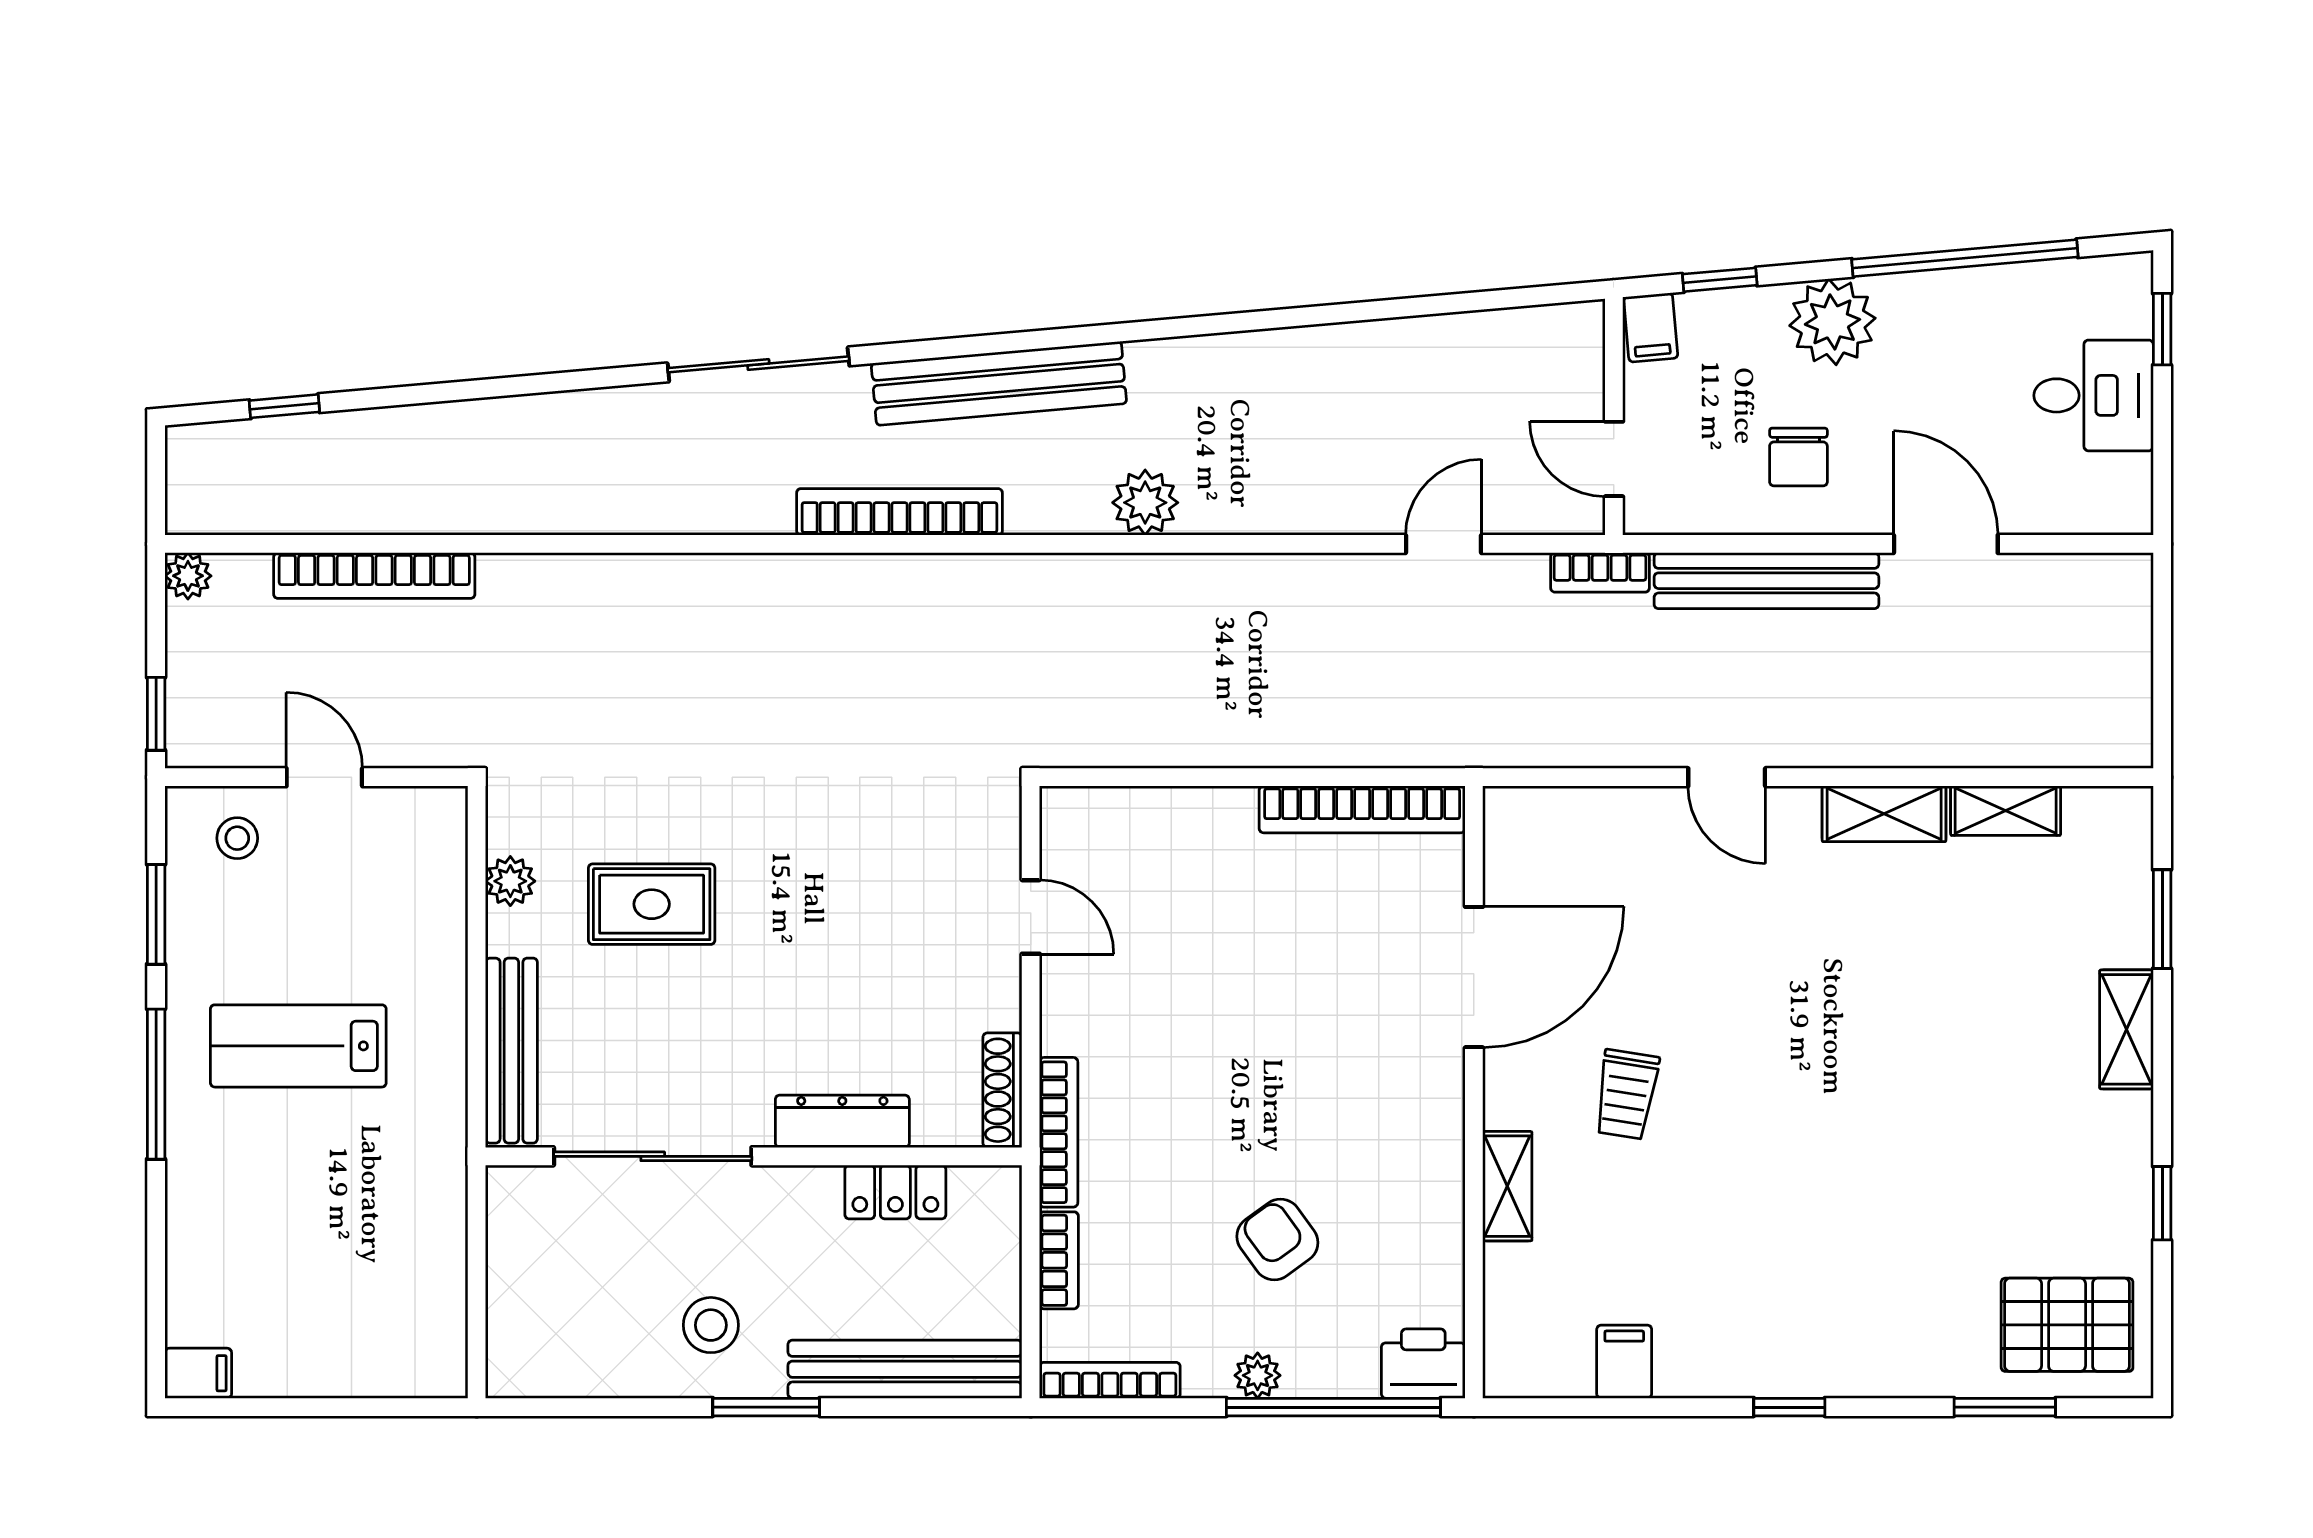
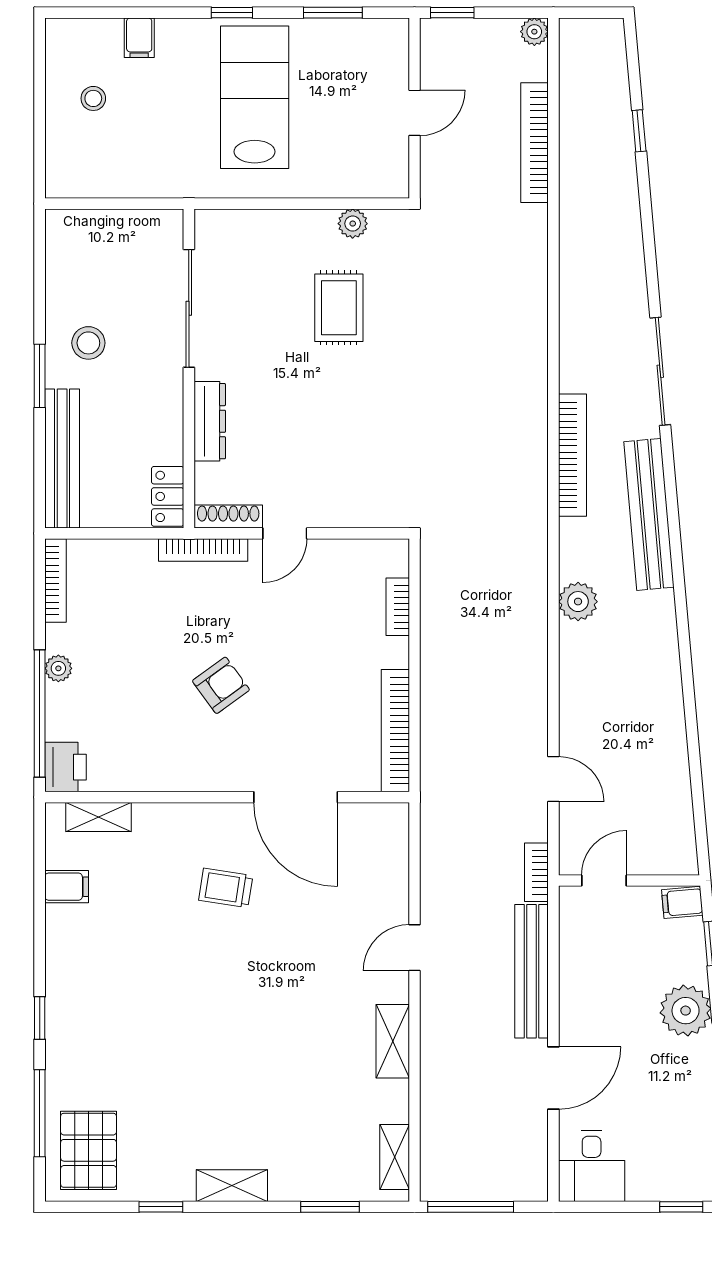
desk: (2094, 395) -> (592, 1166), moved
window: (284, 406) -> (639, 131), moved
chair: (1798, 457) -> (605, 990), removed
window: (2162, 683) -> (471, 1207), added
shelving: (2006, 811) -> (395, 1157), moved
stool: (237, 838) -> (93, 98), moved
door: (1031, 917) -> (285, 533), moved
shelving: (2127, 1029) -> (232, 1186), moved
lab bench: (298, 1046) -> (255, 97), width x1.36, depth x1.39
bench: (511, 1051) -> (252, 224), removed
window: (156, 1084) -> (232, 13), width x0.46
shelving: (1507, 1186) -> (99, 817), moved
locker: (895, 1192) -> (168, 496), moved
armchair: (1277, 1239) -> (221, 685), moved
bookcase: (1059, 1260) -> (398, 607), moved, turned 90
filing cabinet: (198, 1373) -> (139, 38), moved
window: (1789, 1407) -> (40, 1018), moved
window: (2005, 1407) -> (40, 1113), width x1.44

